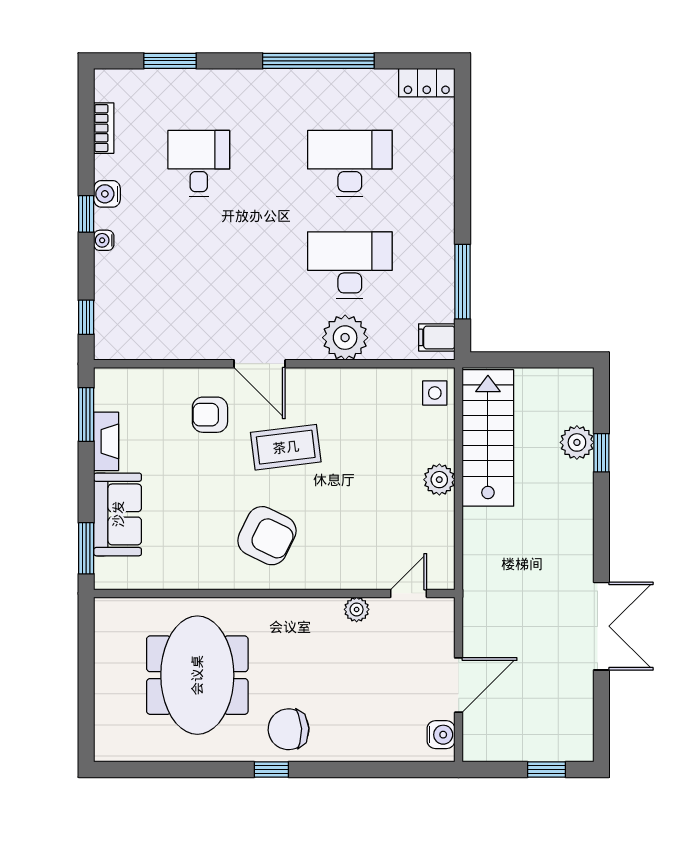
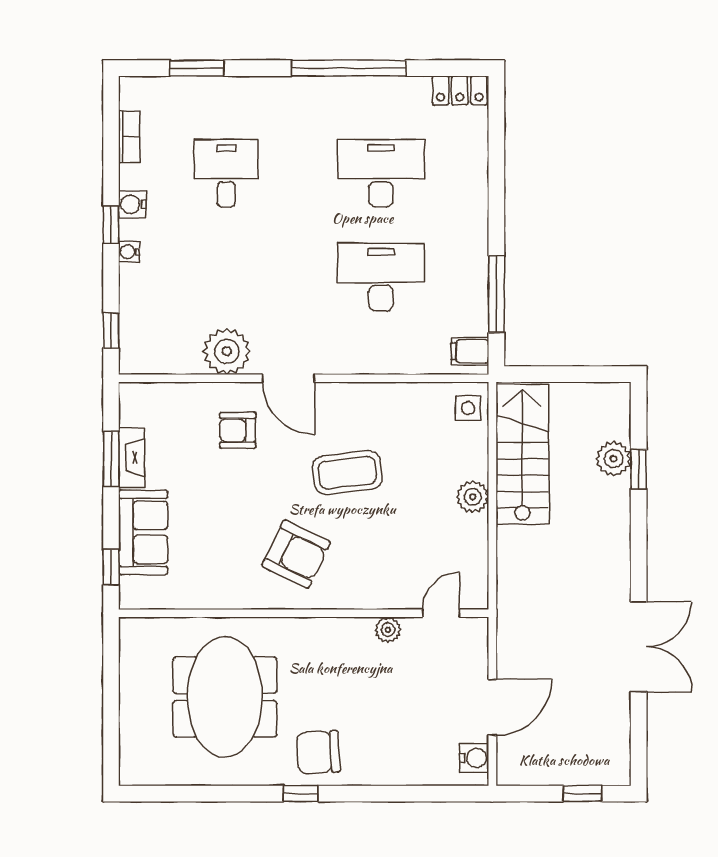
plant: (345, 338) -> (227, 351), moved
window: (86, 415) -> (111, 459), moved
coffee table: (286, 447) -> (347, 473), moved
window: (86, 548) -> (111, 567), width x0.67

